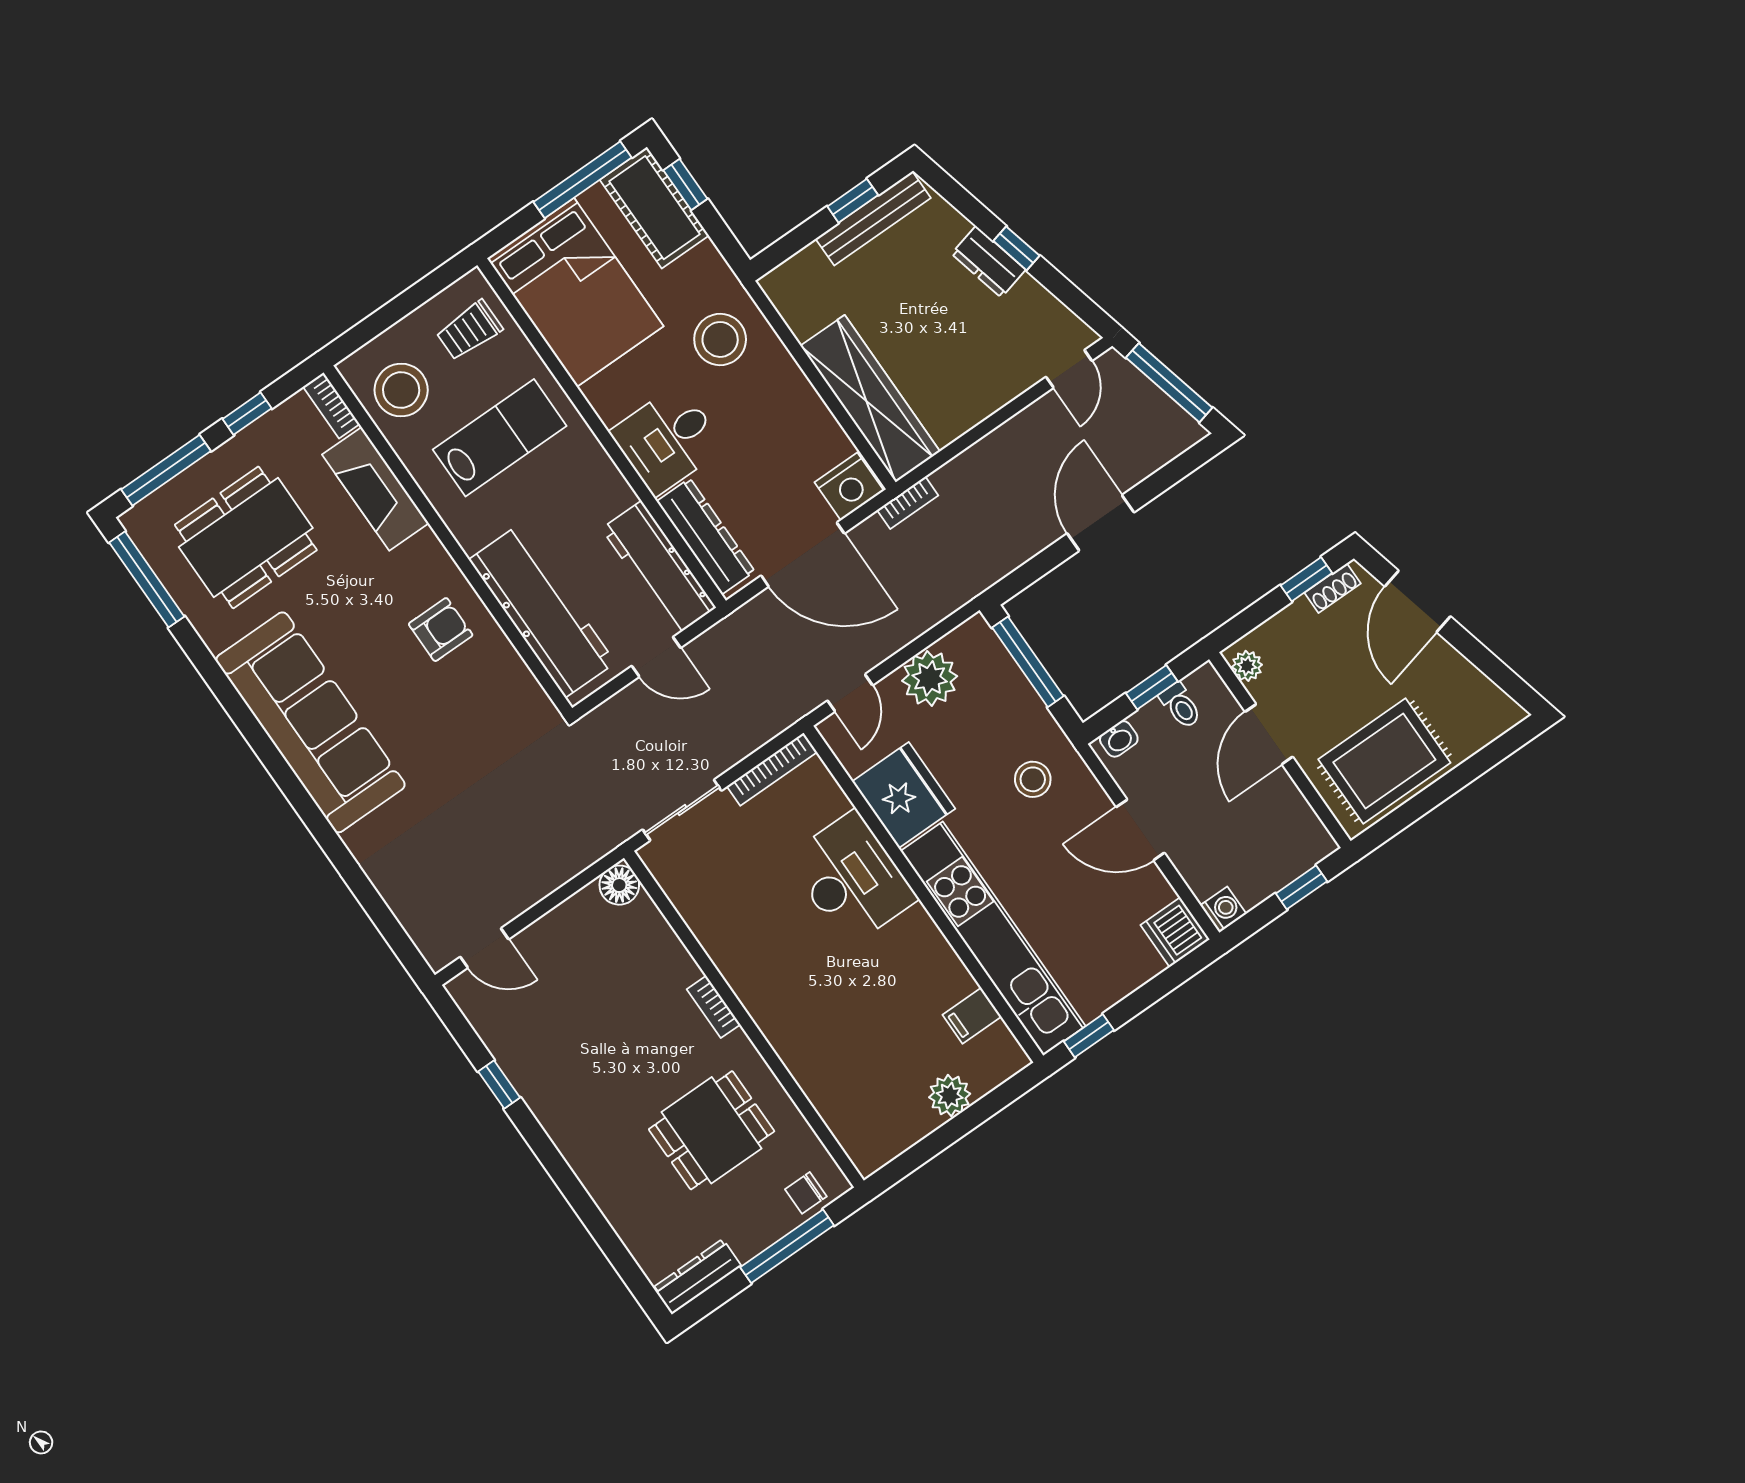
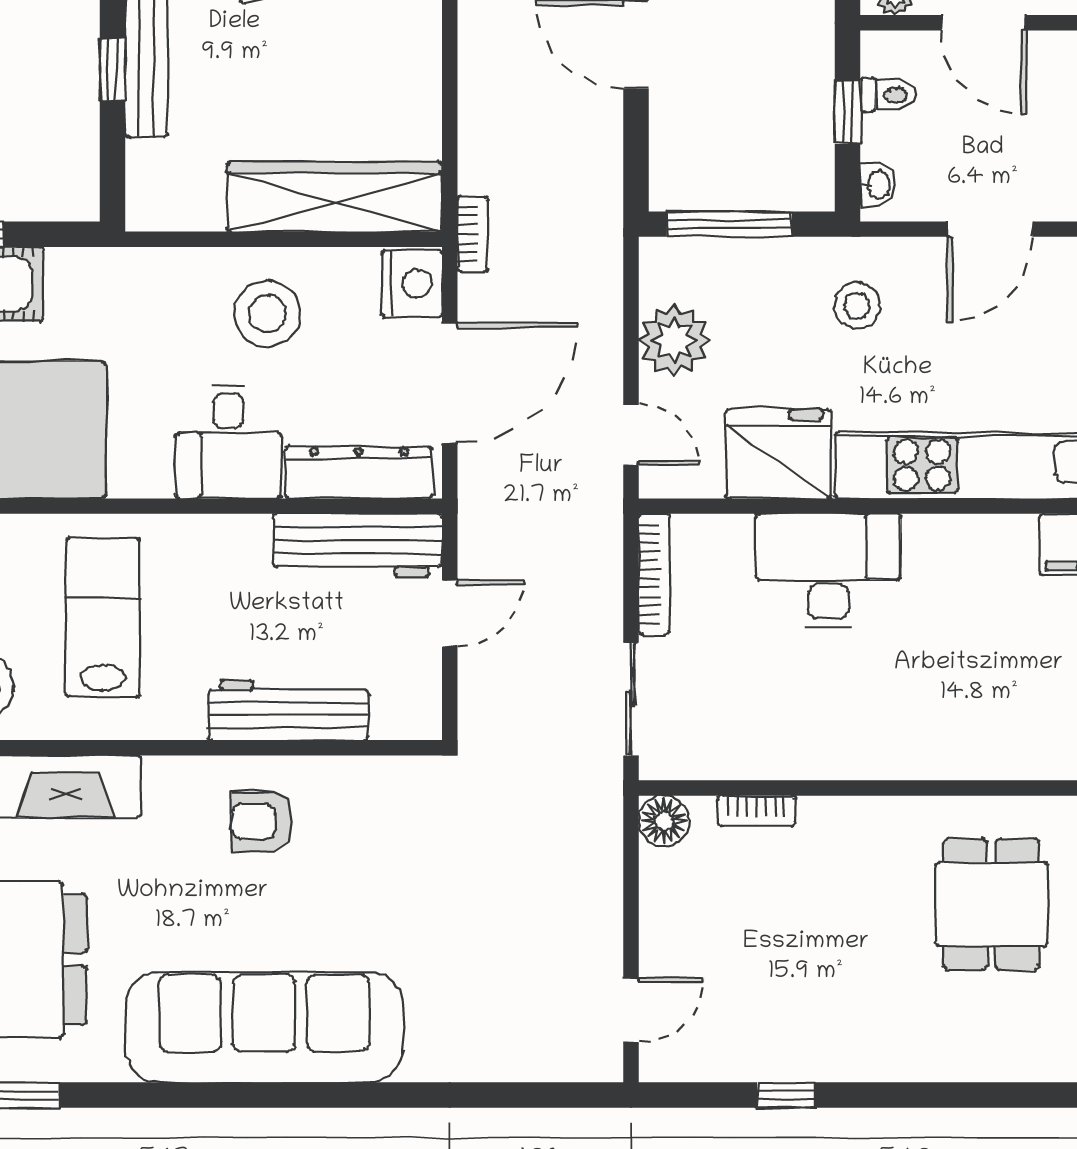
stool: (720, 339) -> (267, 314), moved
workbench: (542, 611) -> (288, 710), width x0.73, depth x0.76
armchair: (441, 630) -> (262, 821), turned -90
bookcase: (714, 1007) -> (757, 811), moved

